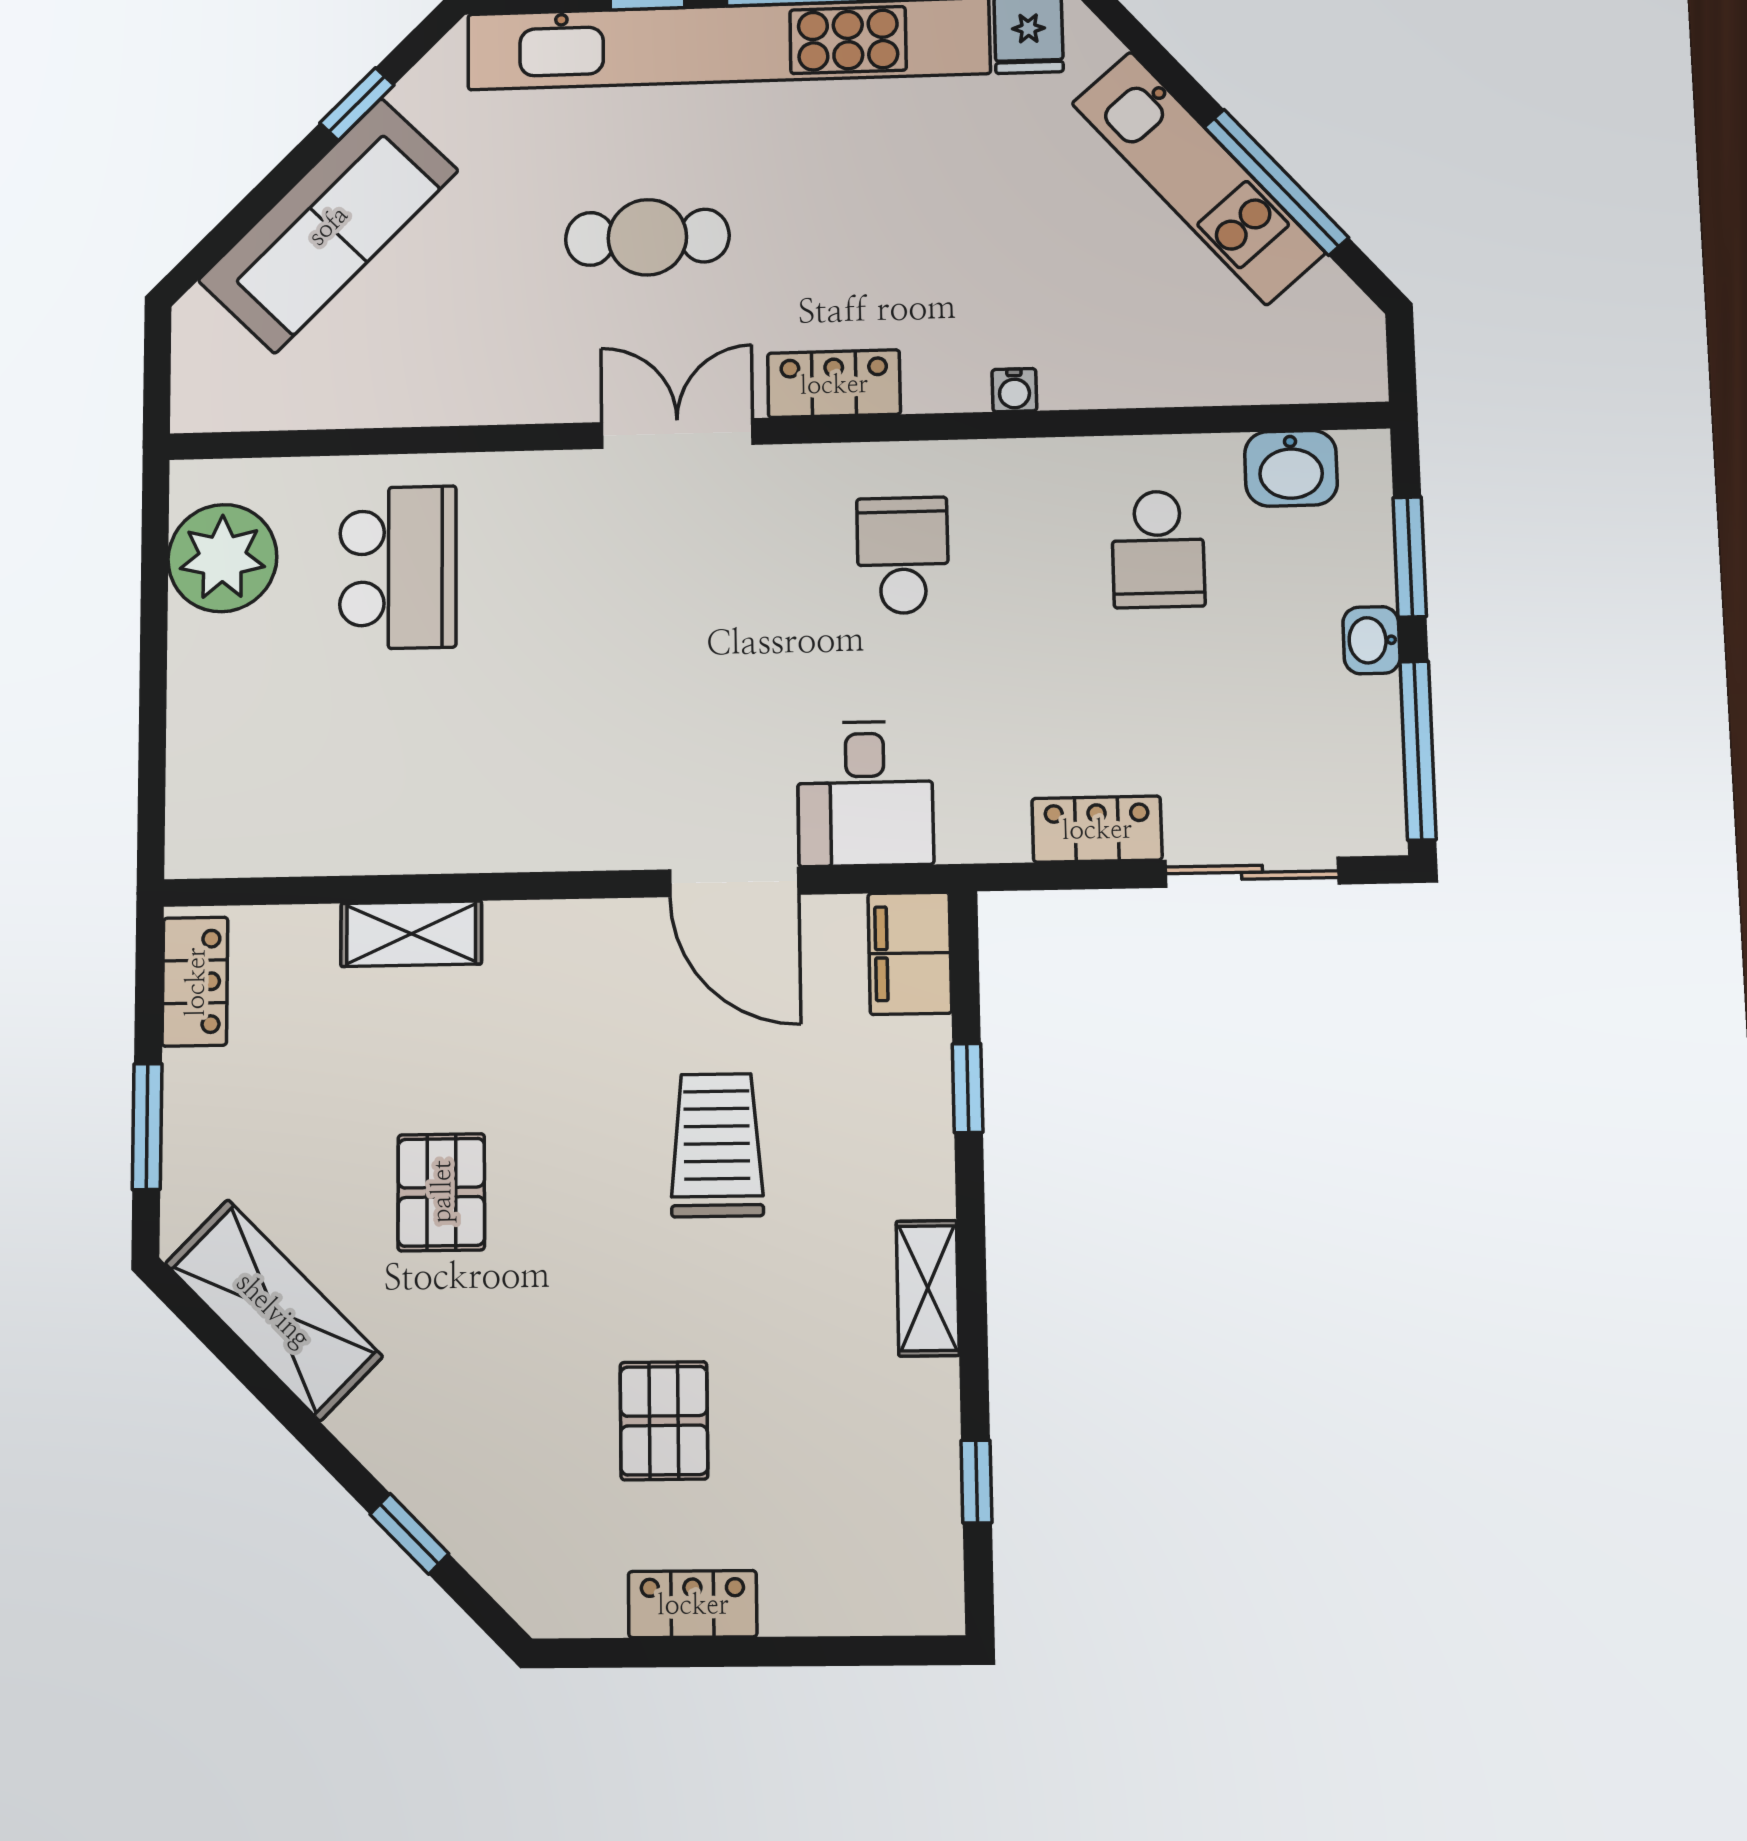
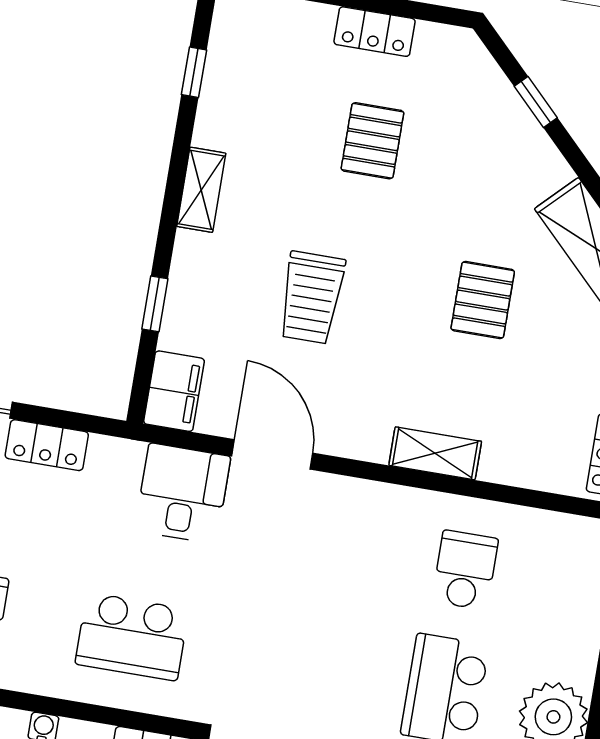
school desk: (903, 555) -> (132, 637), width x1.85
school desk: (397, 758) -> (465, 570), added
shelving: (411, 934) -> (435, 453), moved

